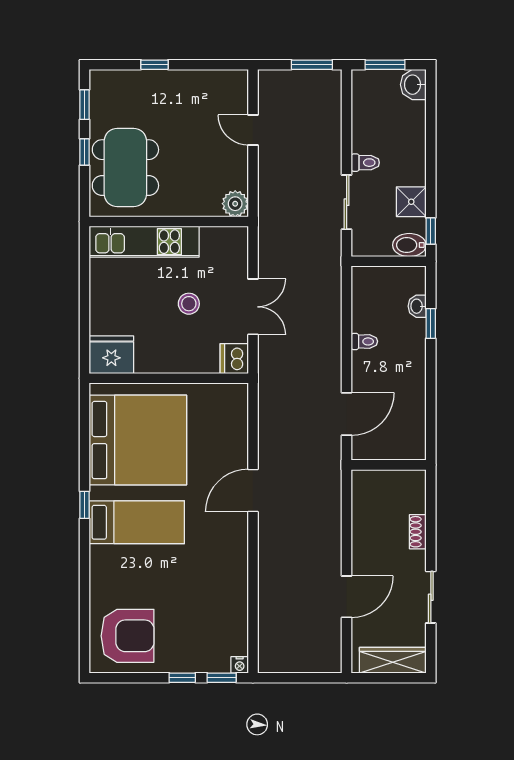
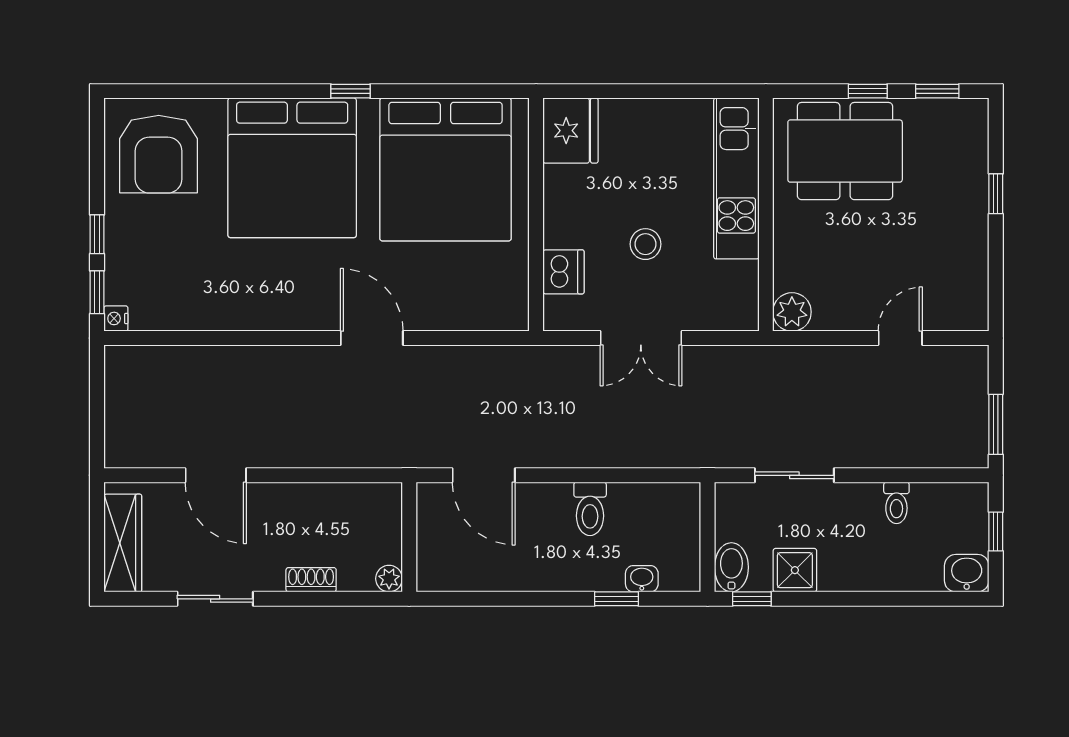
window: (385, 65) -> (996, 532), width x0.67
toilet: (365, 163) -> (896, 503), moved
toilet: (364, 341) -> (590, 509), width x1.37, depth x1.39
dishwasher: (234, 359) -> (564, 272), moved, turned 90
plant: (417, 479) -> (389, 579), added
bed: (137, 522) -> (292, 168), width x2.04

